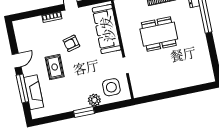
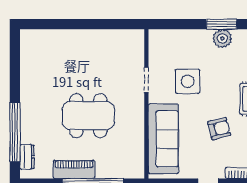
side table: (111, 87) -> (188, 81), moved
plant: (94, 100) -> (222, 38), moved

